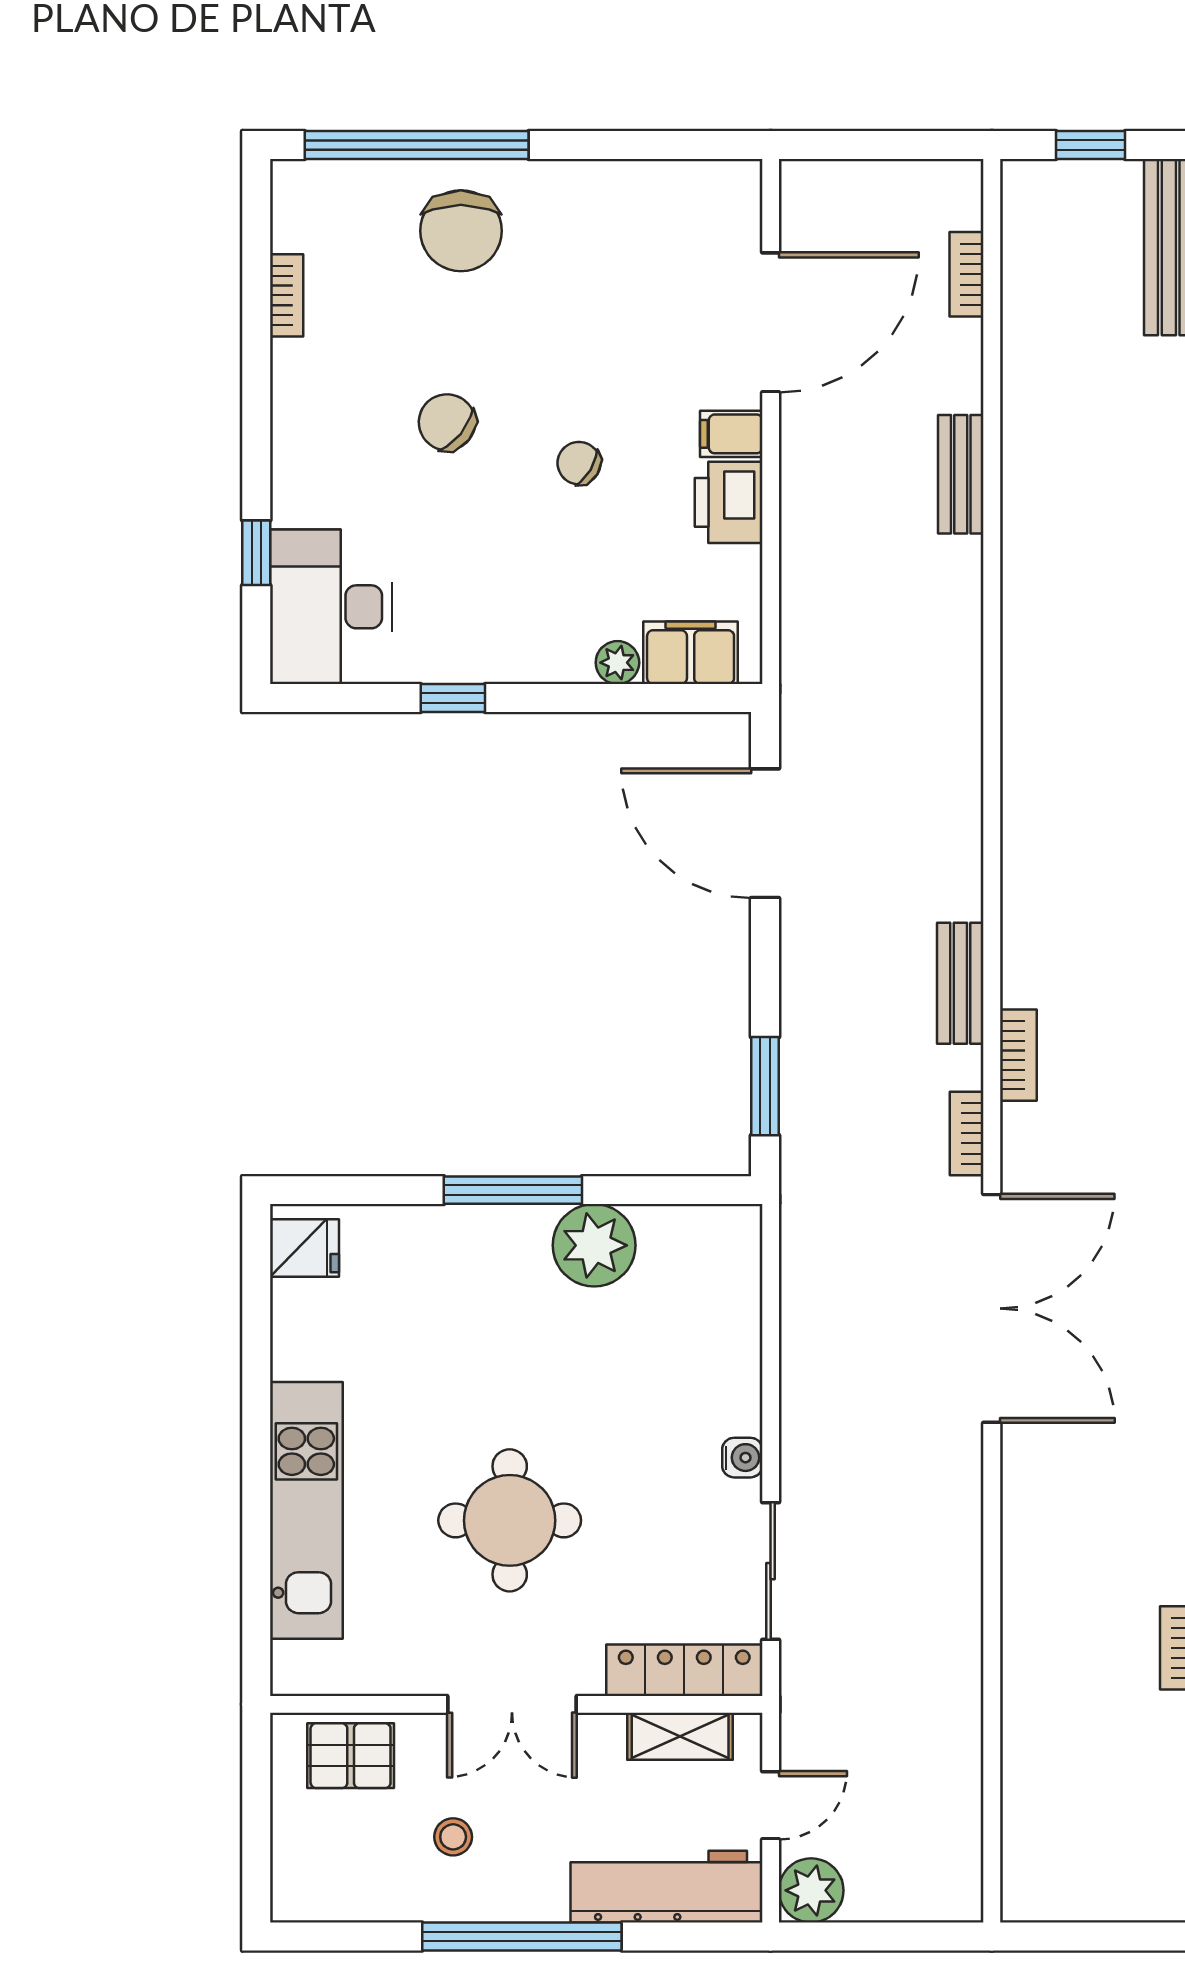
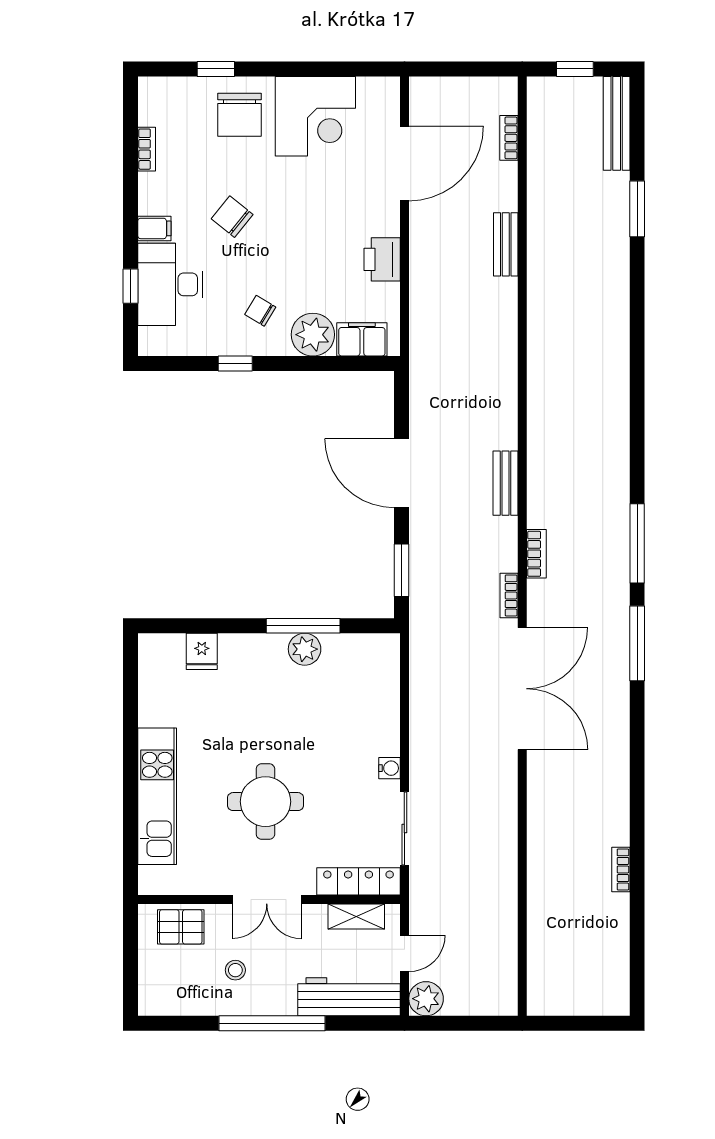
window: (417, 145) -> (216, 69), width x0.32
corner desk: (603, 234) -> (315, 116), added
filing cabinet: (731, 434) -> (154, 228), moved, turned 180
chair: (579, 463) -> (260, 311), moved
desk: (331, 607) -> (170, 284), moved
plant: (617, 663) -> (313, 335), width x1.88, depth x1.88
door: (765, 833) -> (401, 473), moved
bench: (960, 983) -> (505, 483), moved
window: (513, 1190) -> (303, 626), moved
plant: (594, 1245) -> (305, 649), width x0.73, depth x0.73
fridge: (305, 1248) -> (202, 651), moved, turned 90

